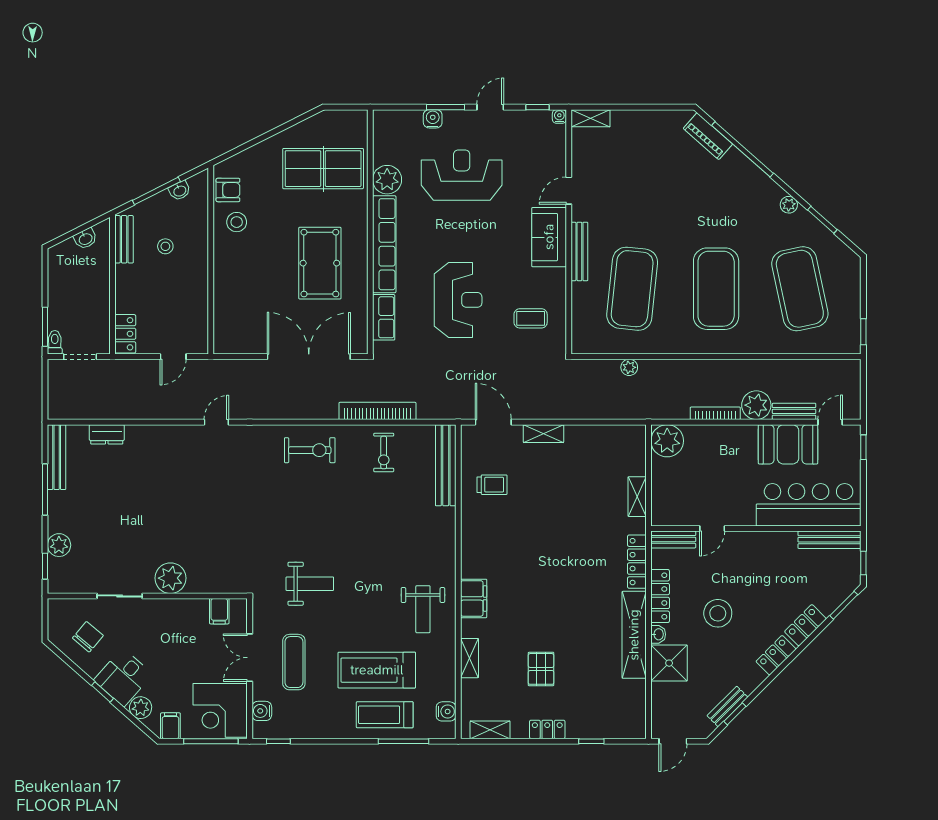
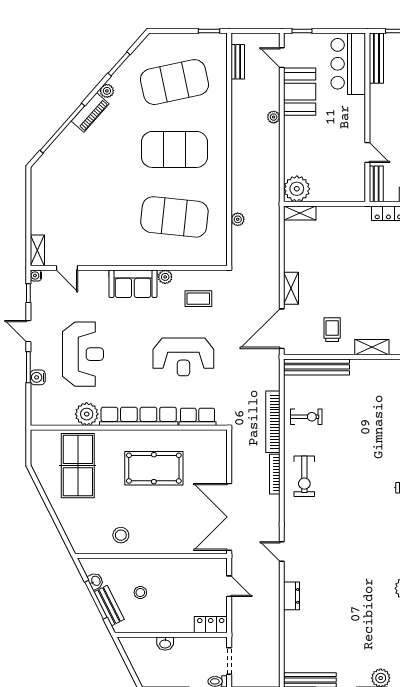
piano: (708, 136) -> (90, 112), moved
reception desk: (462, 175) -> (83, 354), turned 180
armchair: (228, 190) -> (95, 542), removed
door: (569, 191) -> (67, 268), moved
washbasin: (85, 239) -> (165, 644), moved, turned 117
bench: (124, 239) -> (109, 606), moved, turned 63
bench: (579, 251) -> (144, 259), removed
plant: (558, 277) -> (165, 277), added
reception desk: (458, 300) -> (183, 357), turned 180
coffee table: (531, 318) -> (198, 299), turned 90
double door: (309, 357) -> (229, 517), moved
plant: (756, 405) -> (274, 117), width x0.53, depth x0.53
bench: (794, 411) -> (238, 62), moved
bookcase: (715, 413) -> (275, 474), moved
door: (493, 422) -> (282, 329), width x1.36
dresser: (107, 434) -> (292, 596), moved
exercise bike: (310, 450) -> (304, 476), turned 180
shelving: (637, 497) -> (300, 213), moved
bar counter: (809, 505) -> (348, 64), width x0.73
shelving: (470, 534) -> (372, 347), added

